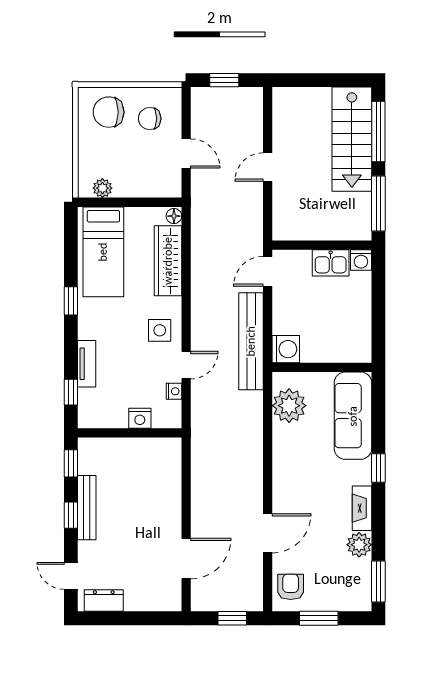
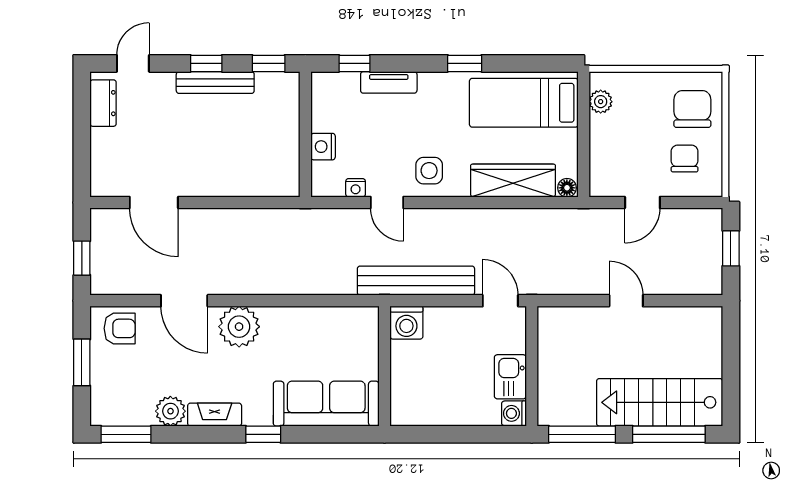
plant: (289, 406) -> (239, 327), moved

